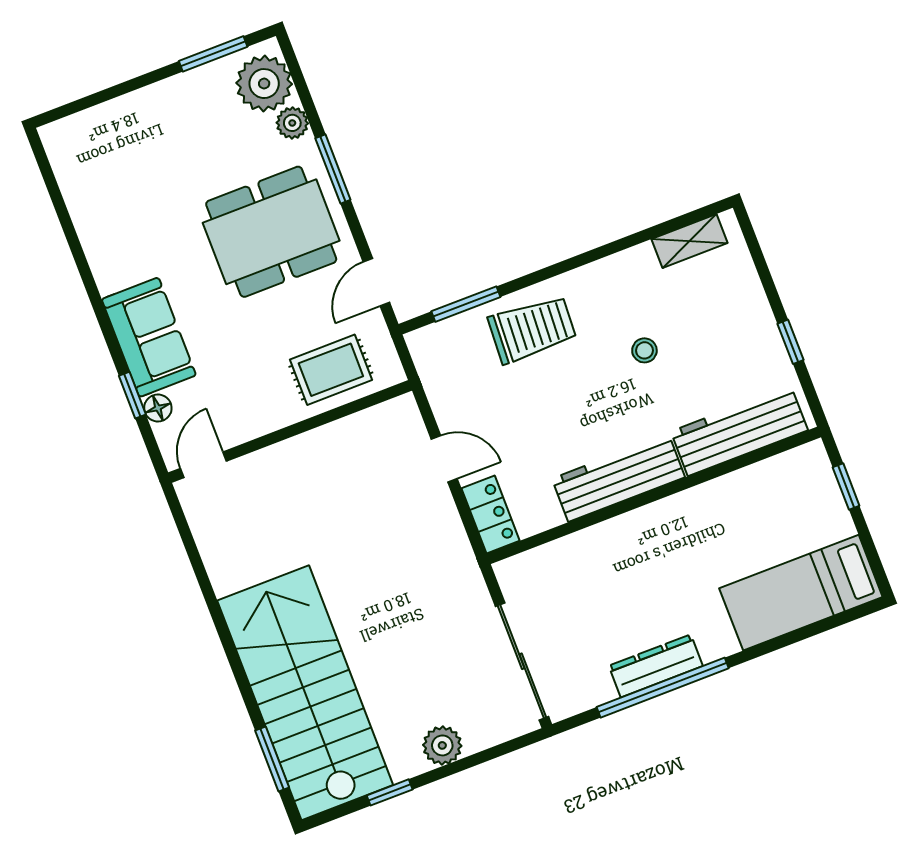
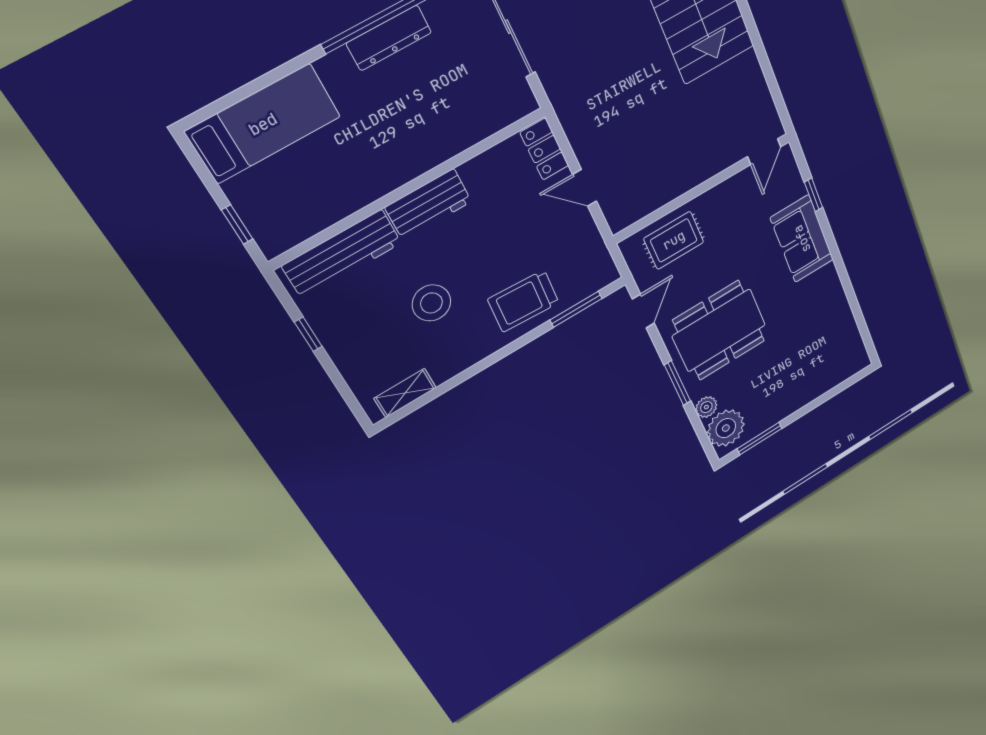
stool: (644, 350) -> (431, 303), width x1.89, depth x1.89
floor lamp: (158, 408) -> (796, 189), removed
workbench: (618, 478) -> (428, 204), width x0.73

